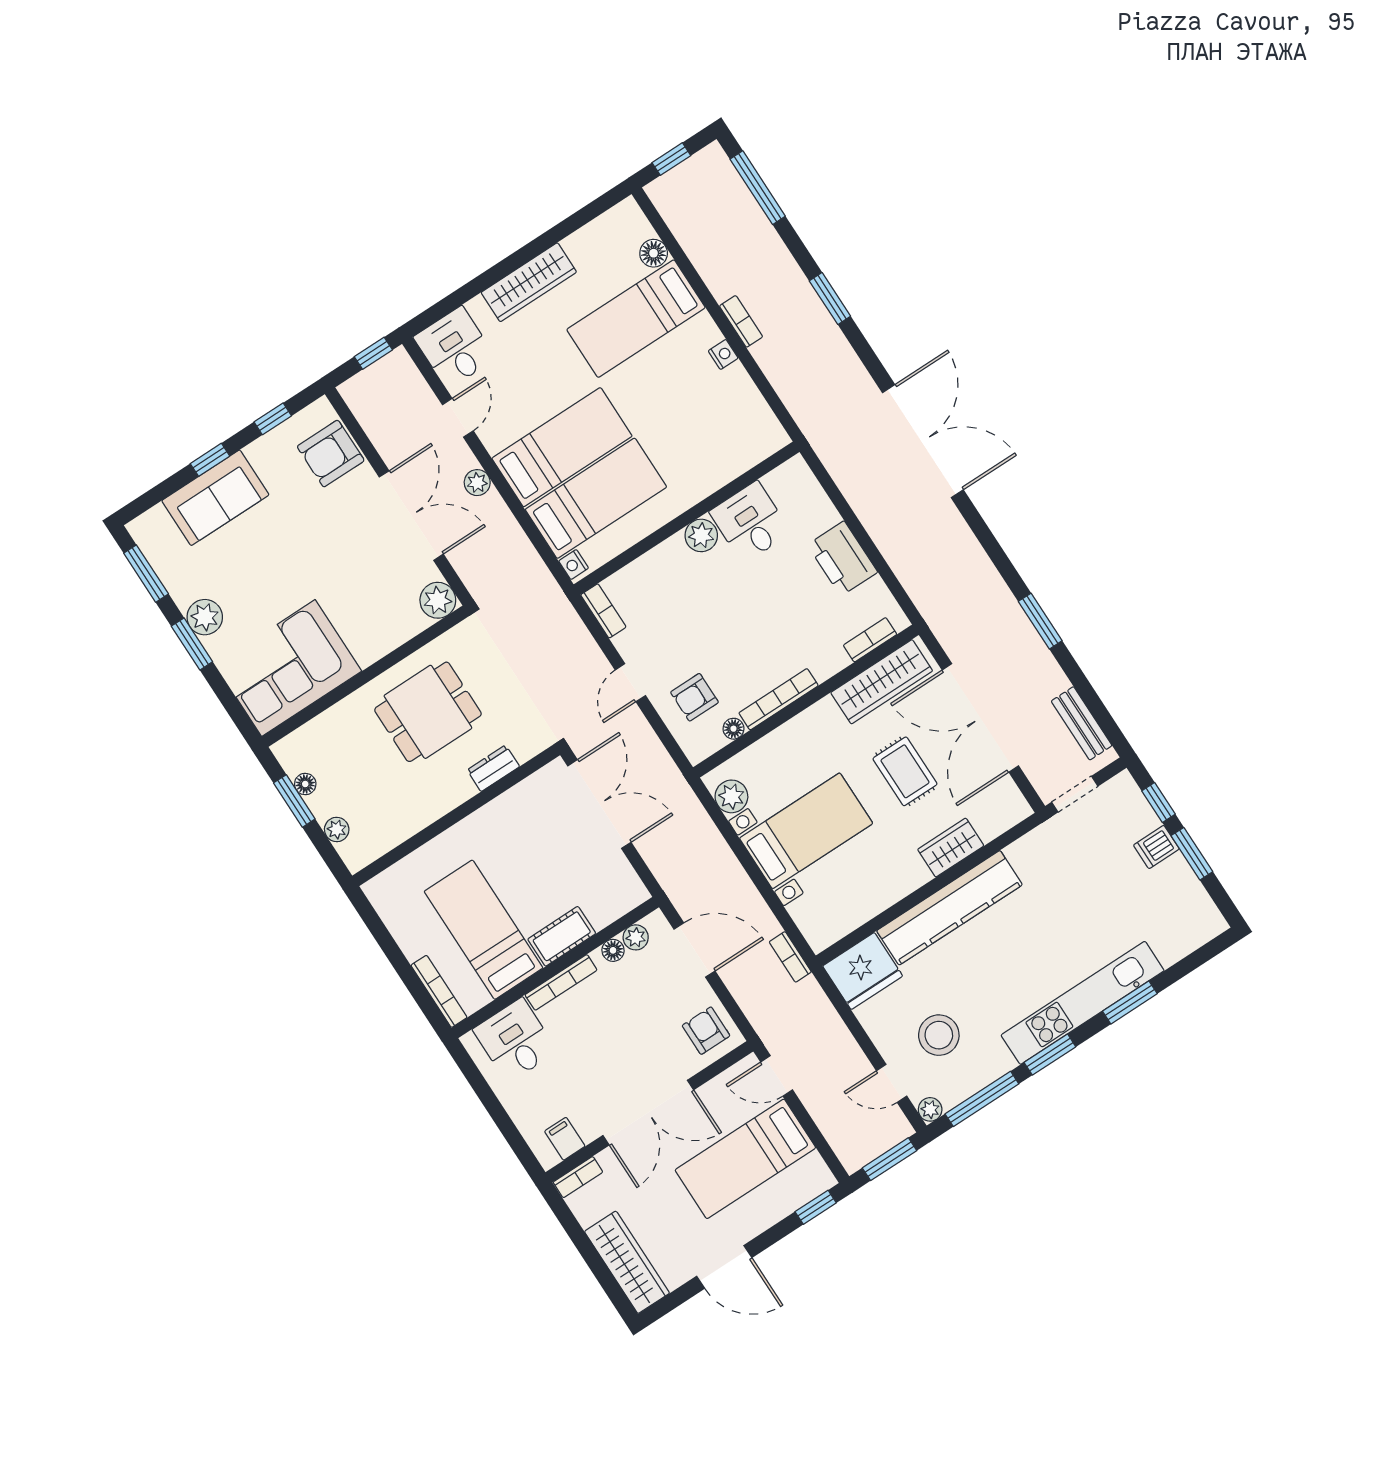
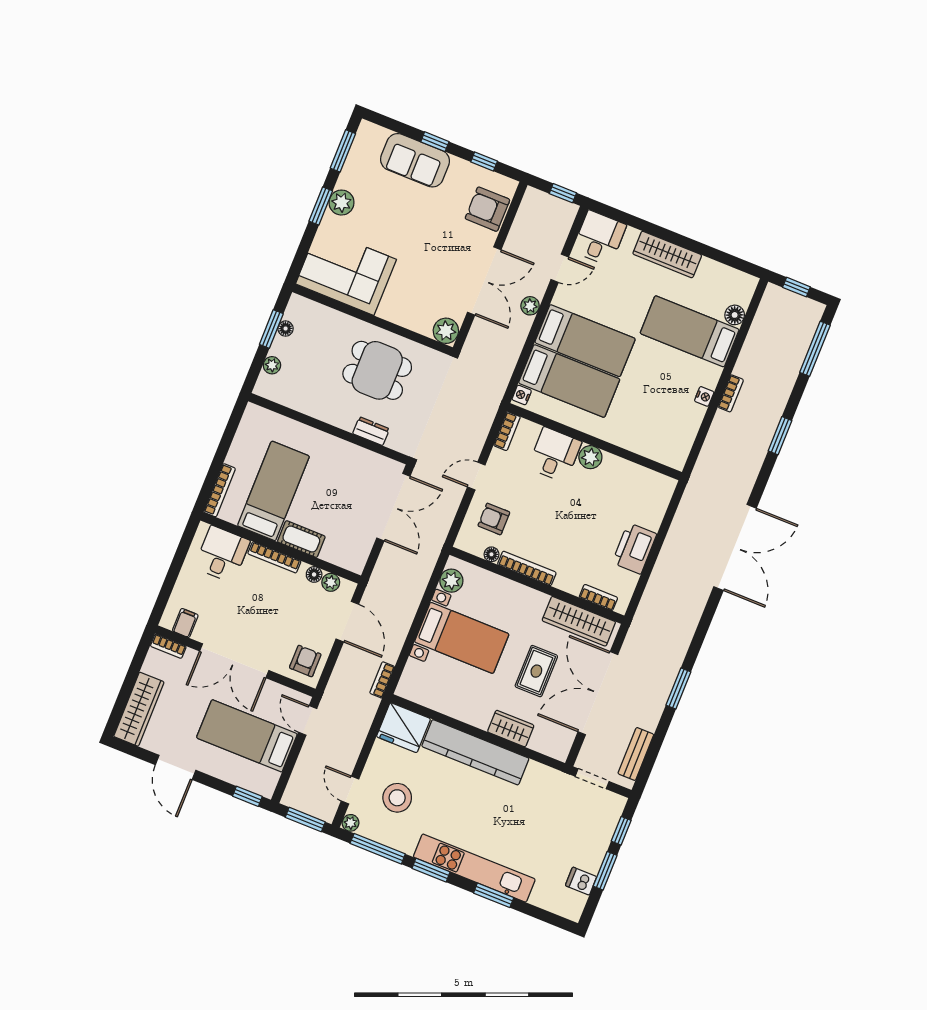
desk: (750, 522) -> (555, 455), moved
dishwasher: (1156, 847) -> (581, 881), moved

